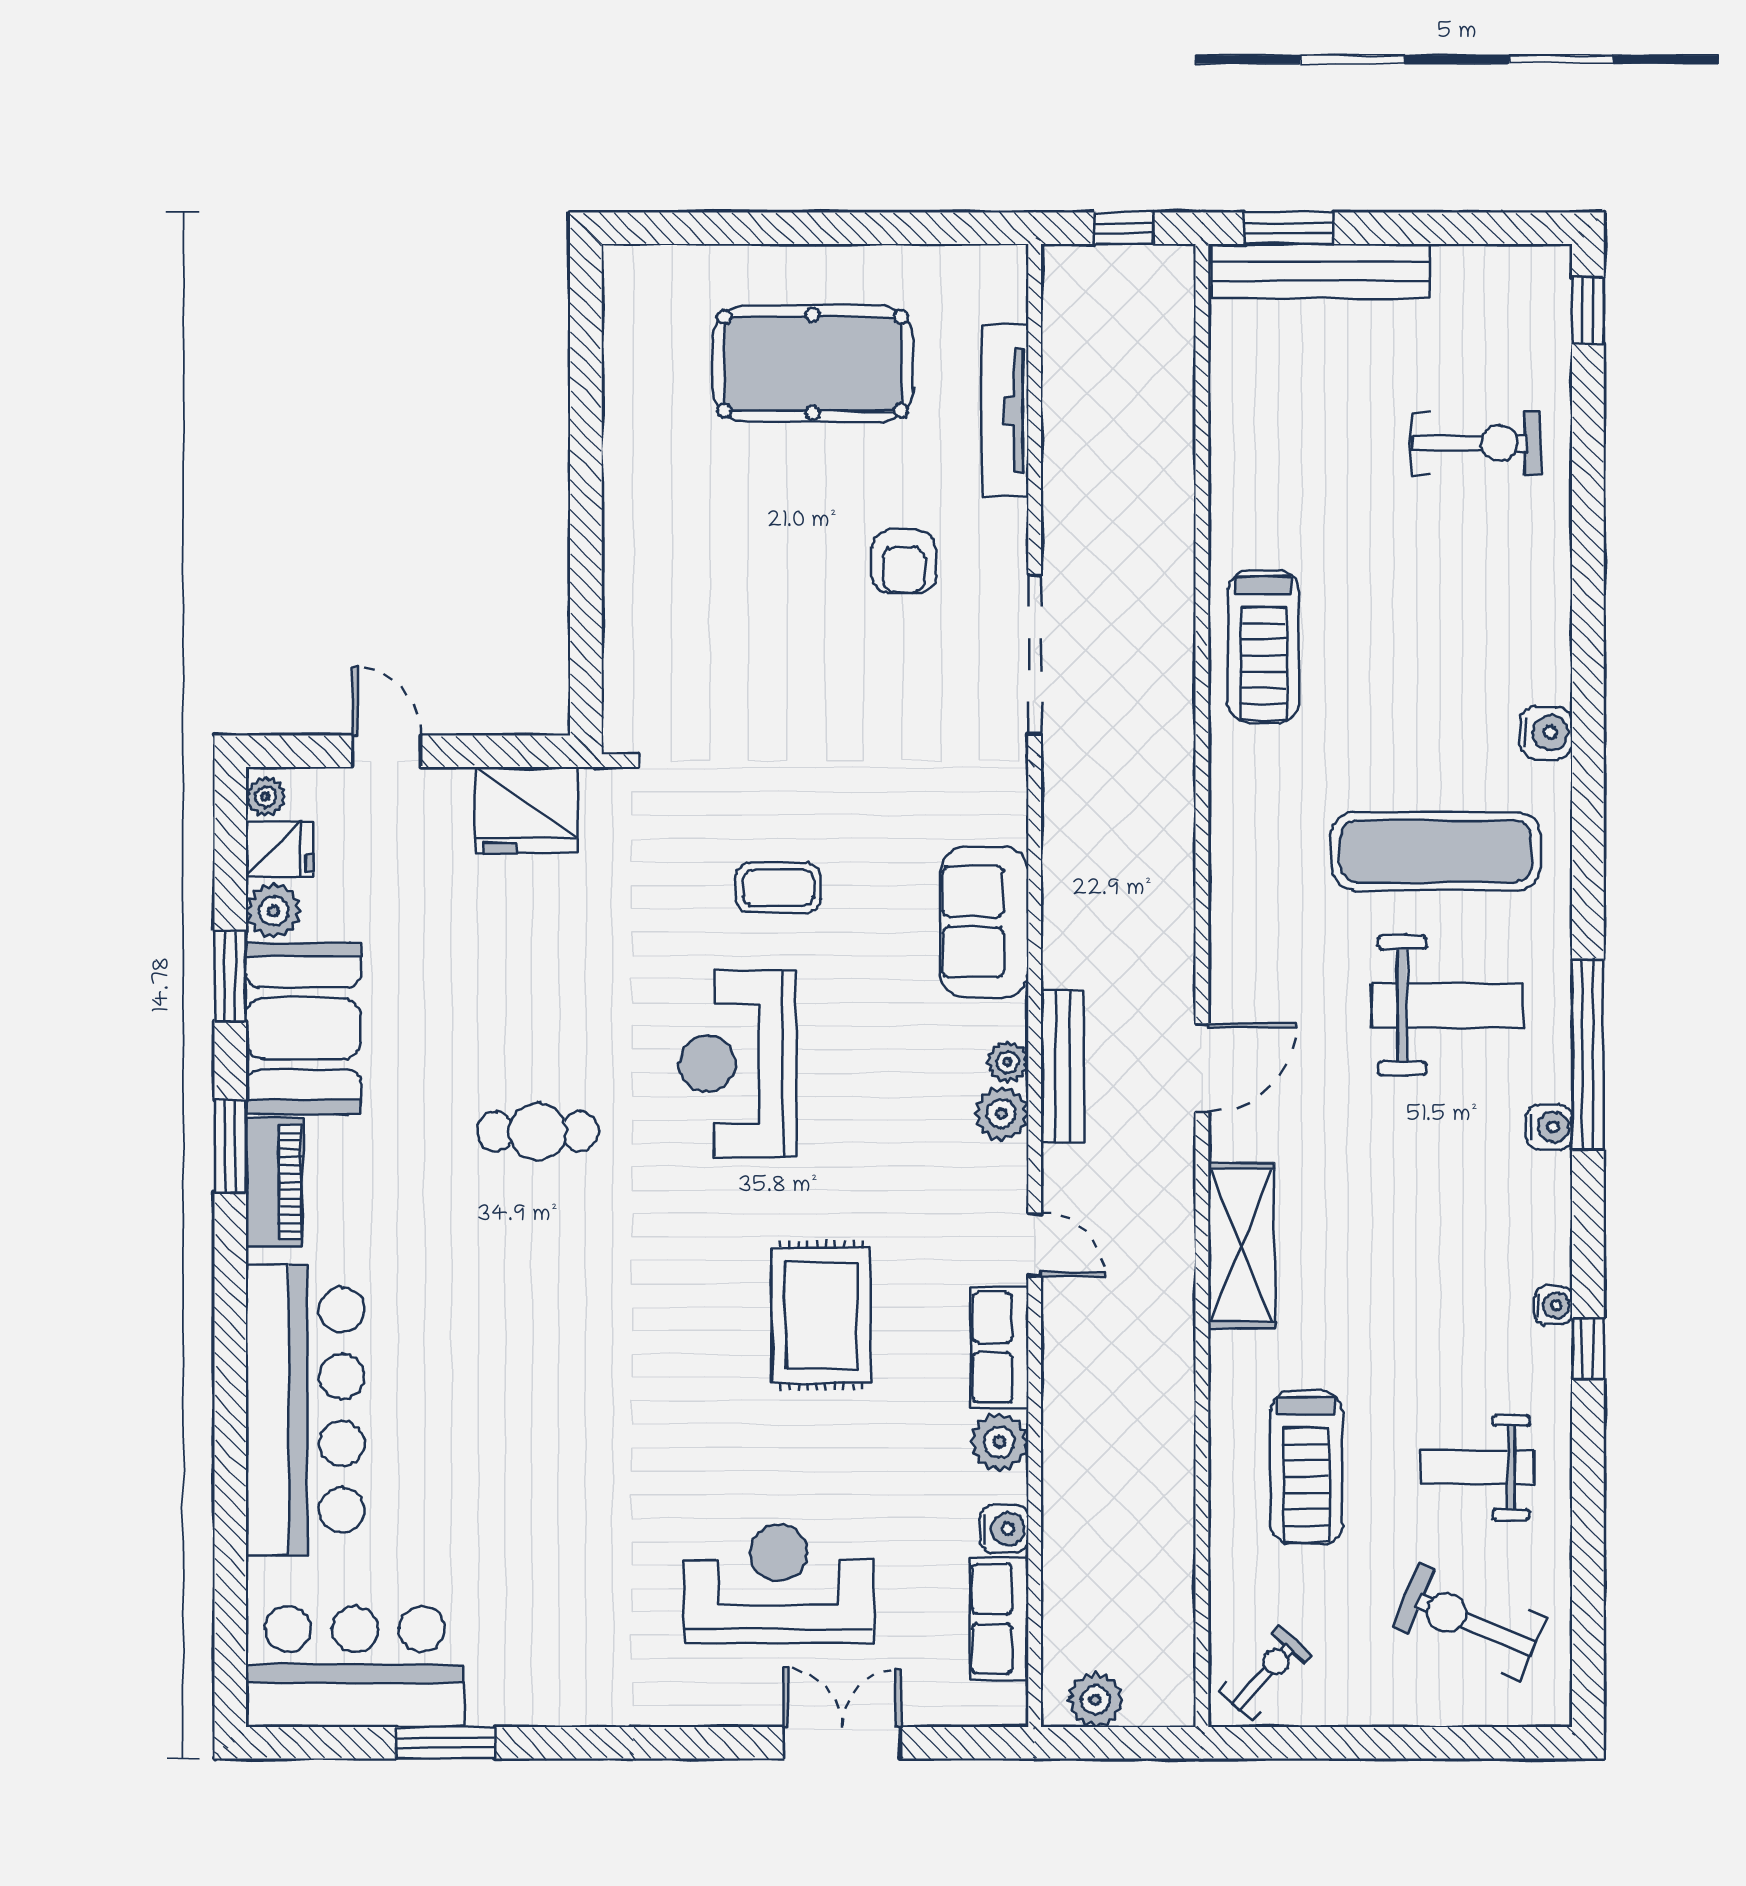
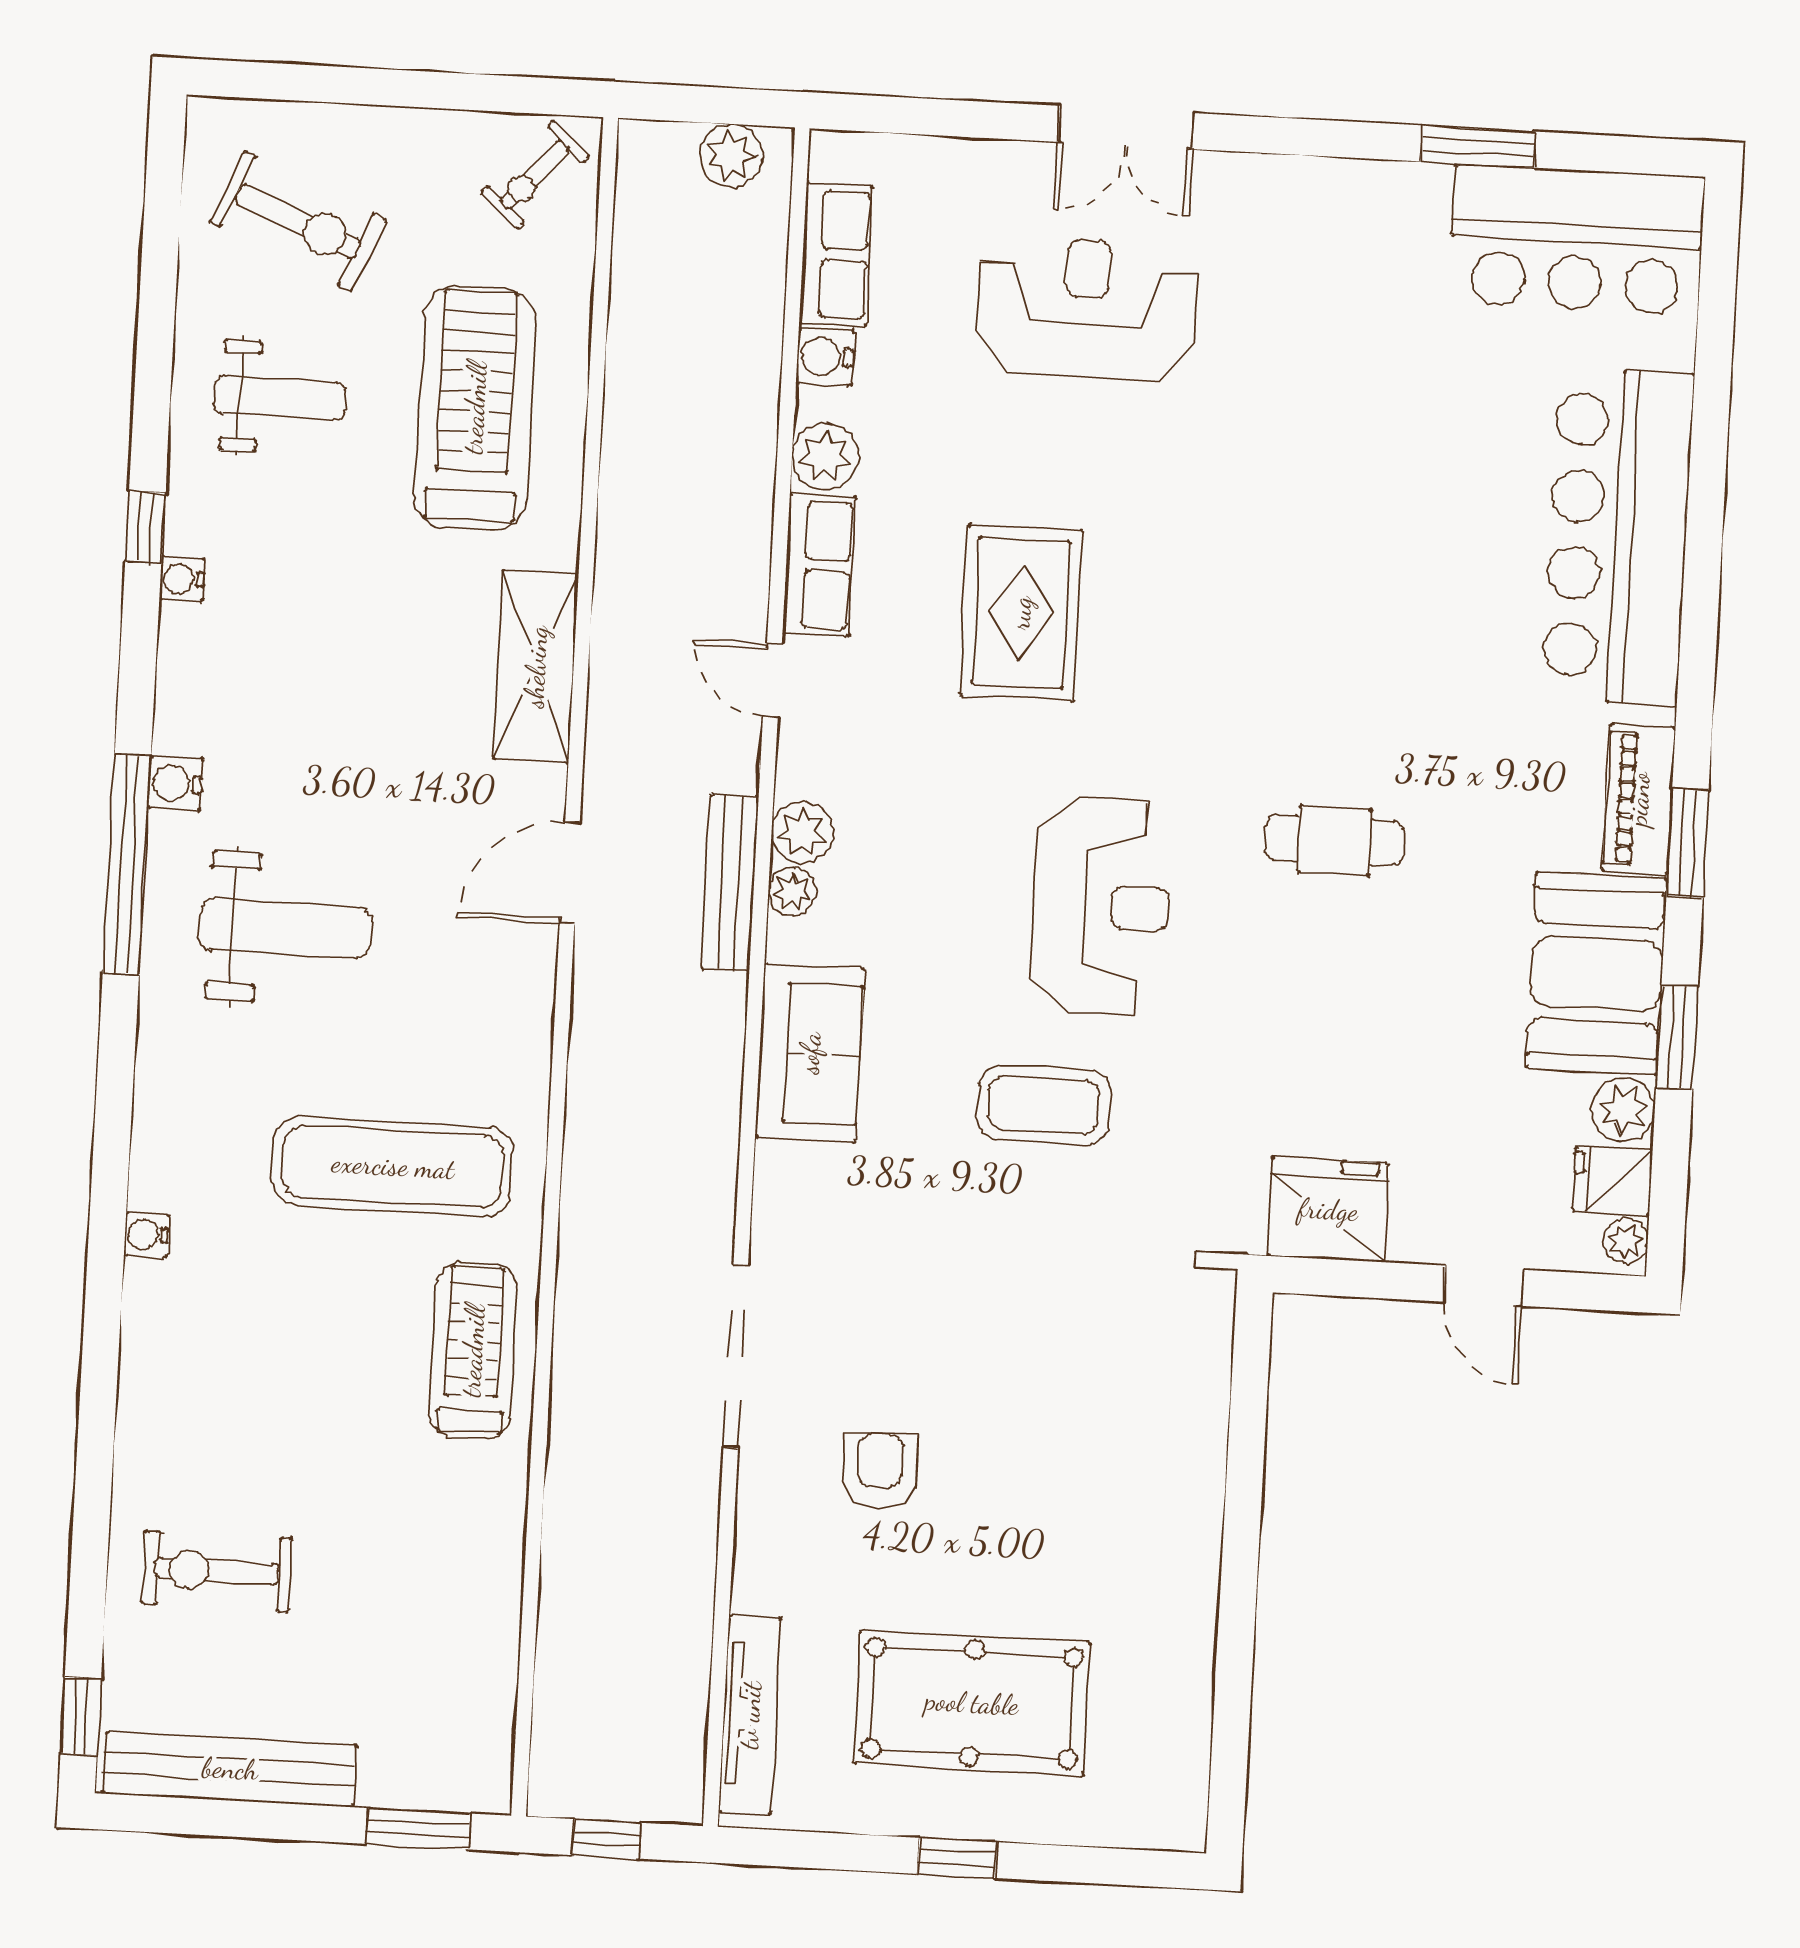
window: (819, 228) -> (957, 1858), added
bench: (1321, 271) -> (230, 1769), moved
tv unit: (1005, 410) -> (750, 1715), moved
water cooler: (1546, 733) -> (146, 1235), width x0.72, depth x0.72
exercise mat: (1436, 851) -> (393, 1166), moved
coffee table: (778, 888) -> (1044, 1105), width x1.36, depth x1.30
weight bench: (1447, 1005) -> (285, 929), turned 180
treadmill: (1306, 1468) -> (475, 408), width x1.37, depth x1.38
reception desk: (779, 1583) -> (1087, 308), turned 180
double door: (842, 1743) -> (1126, 127), moved

